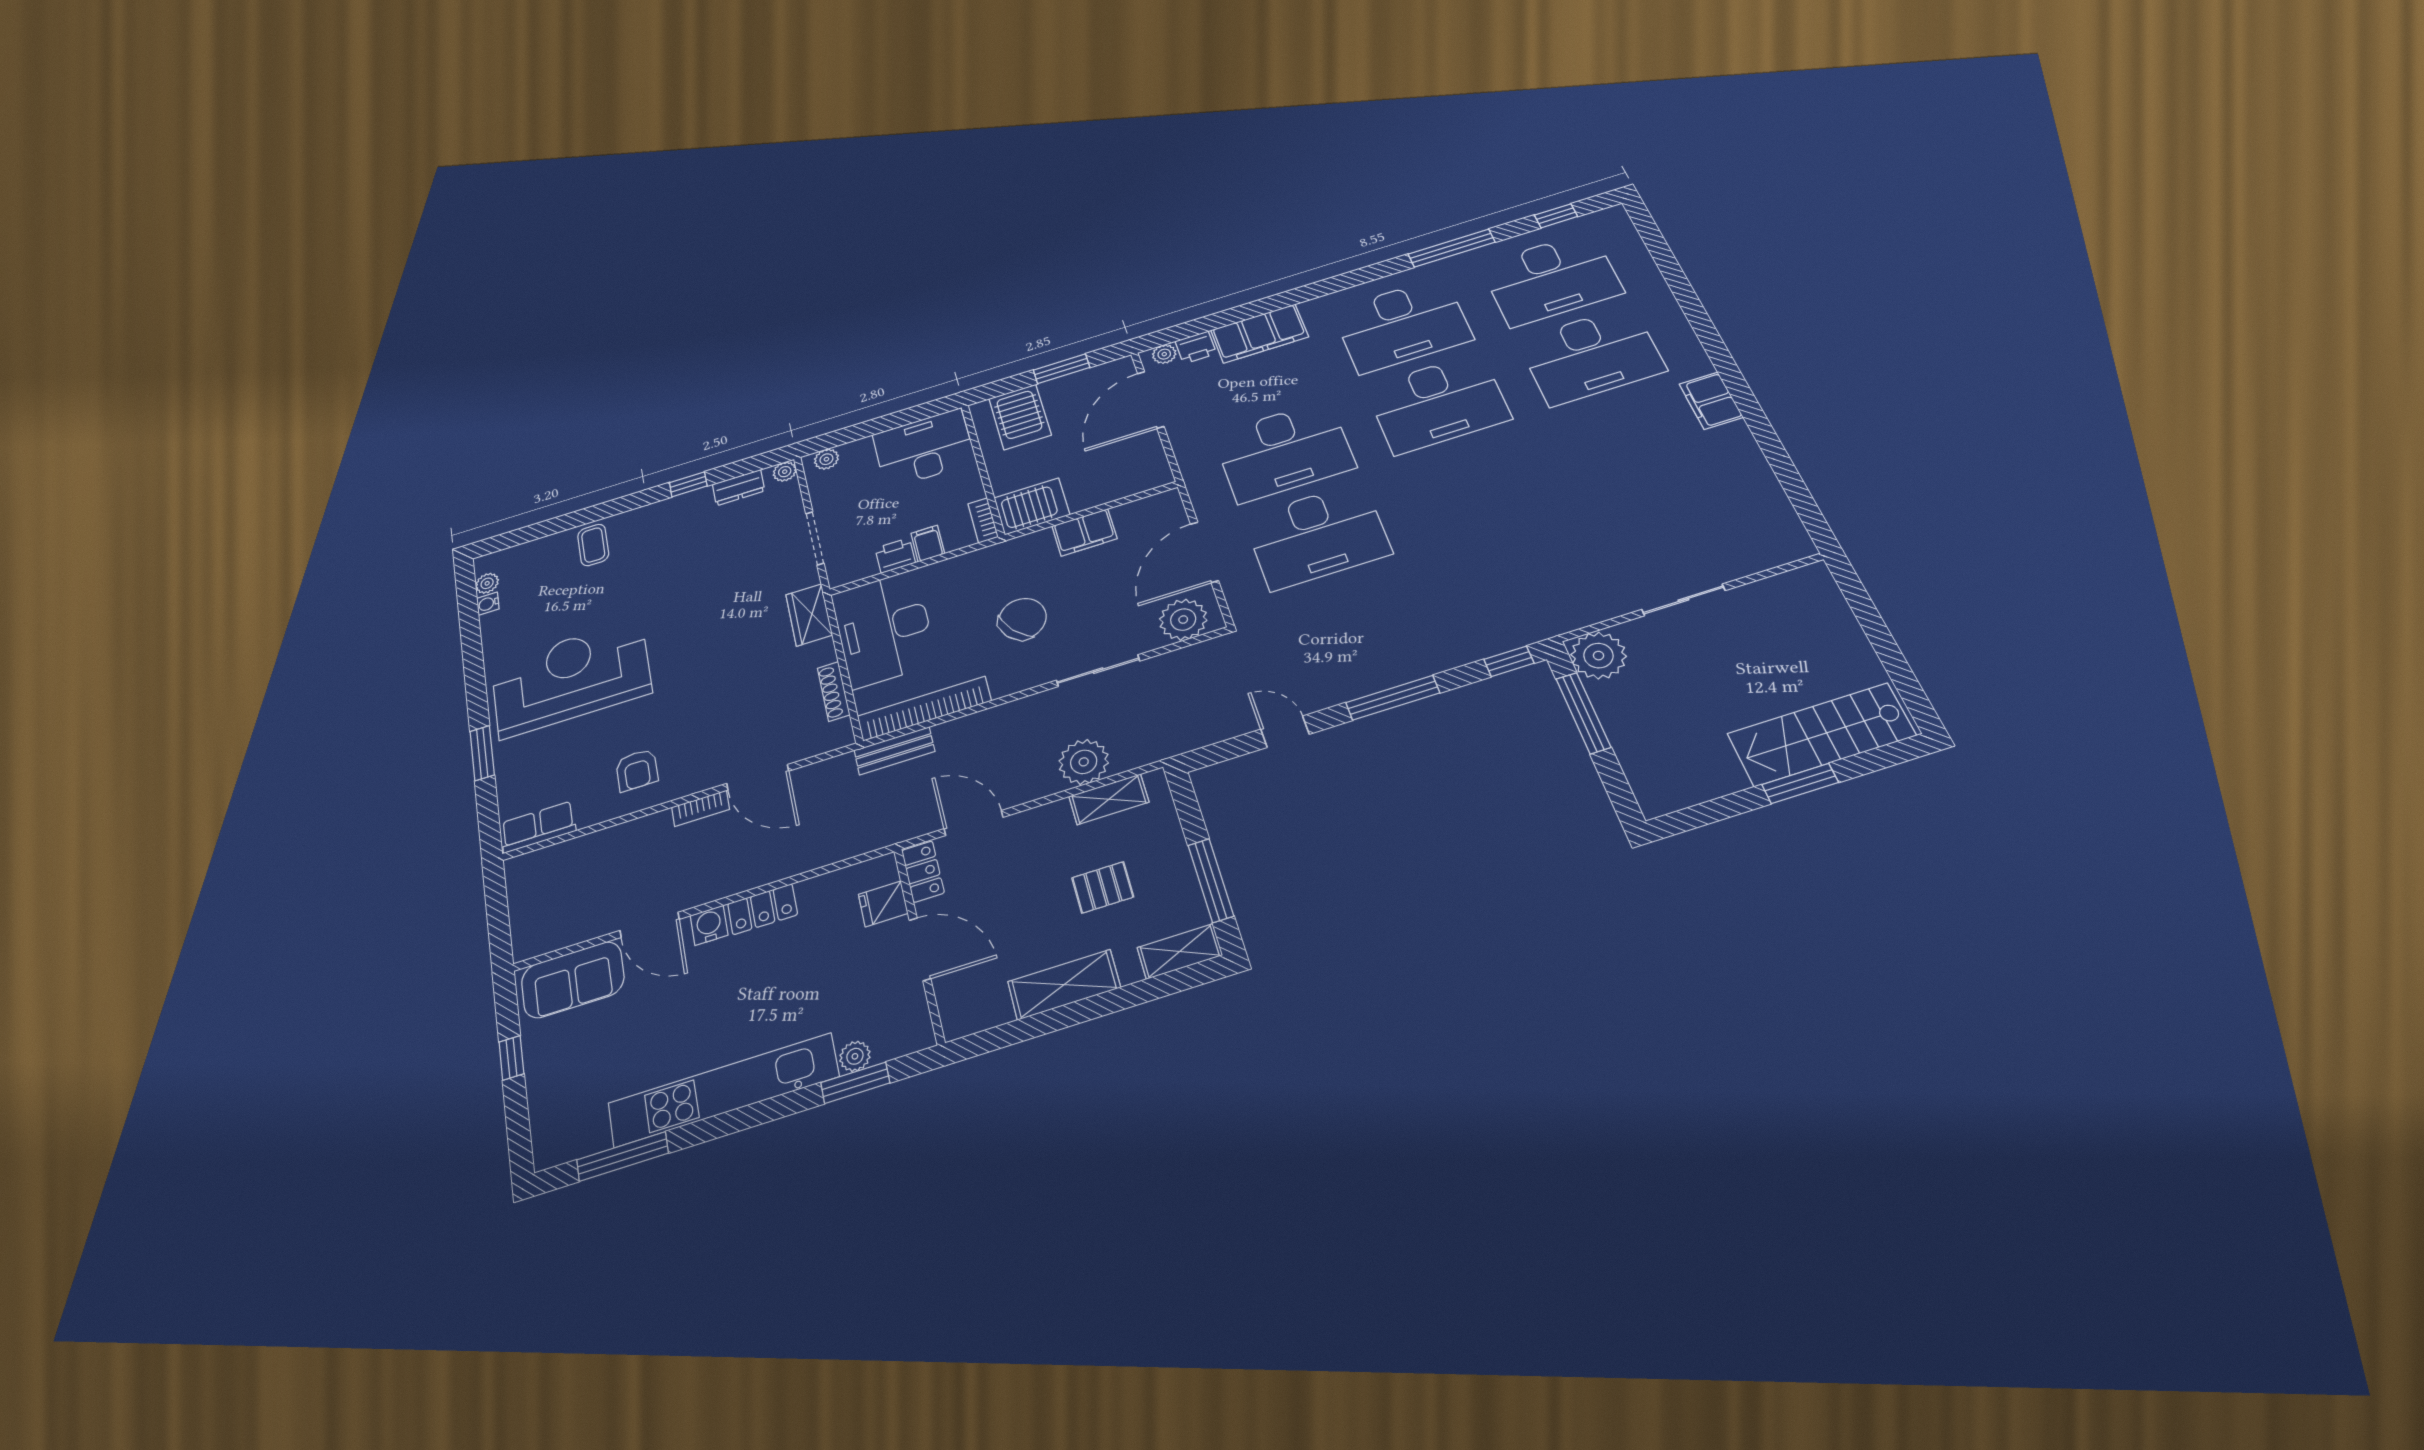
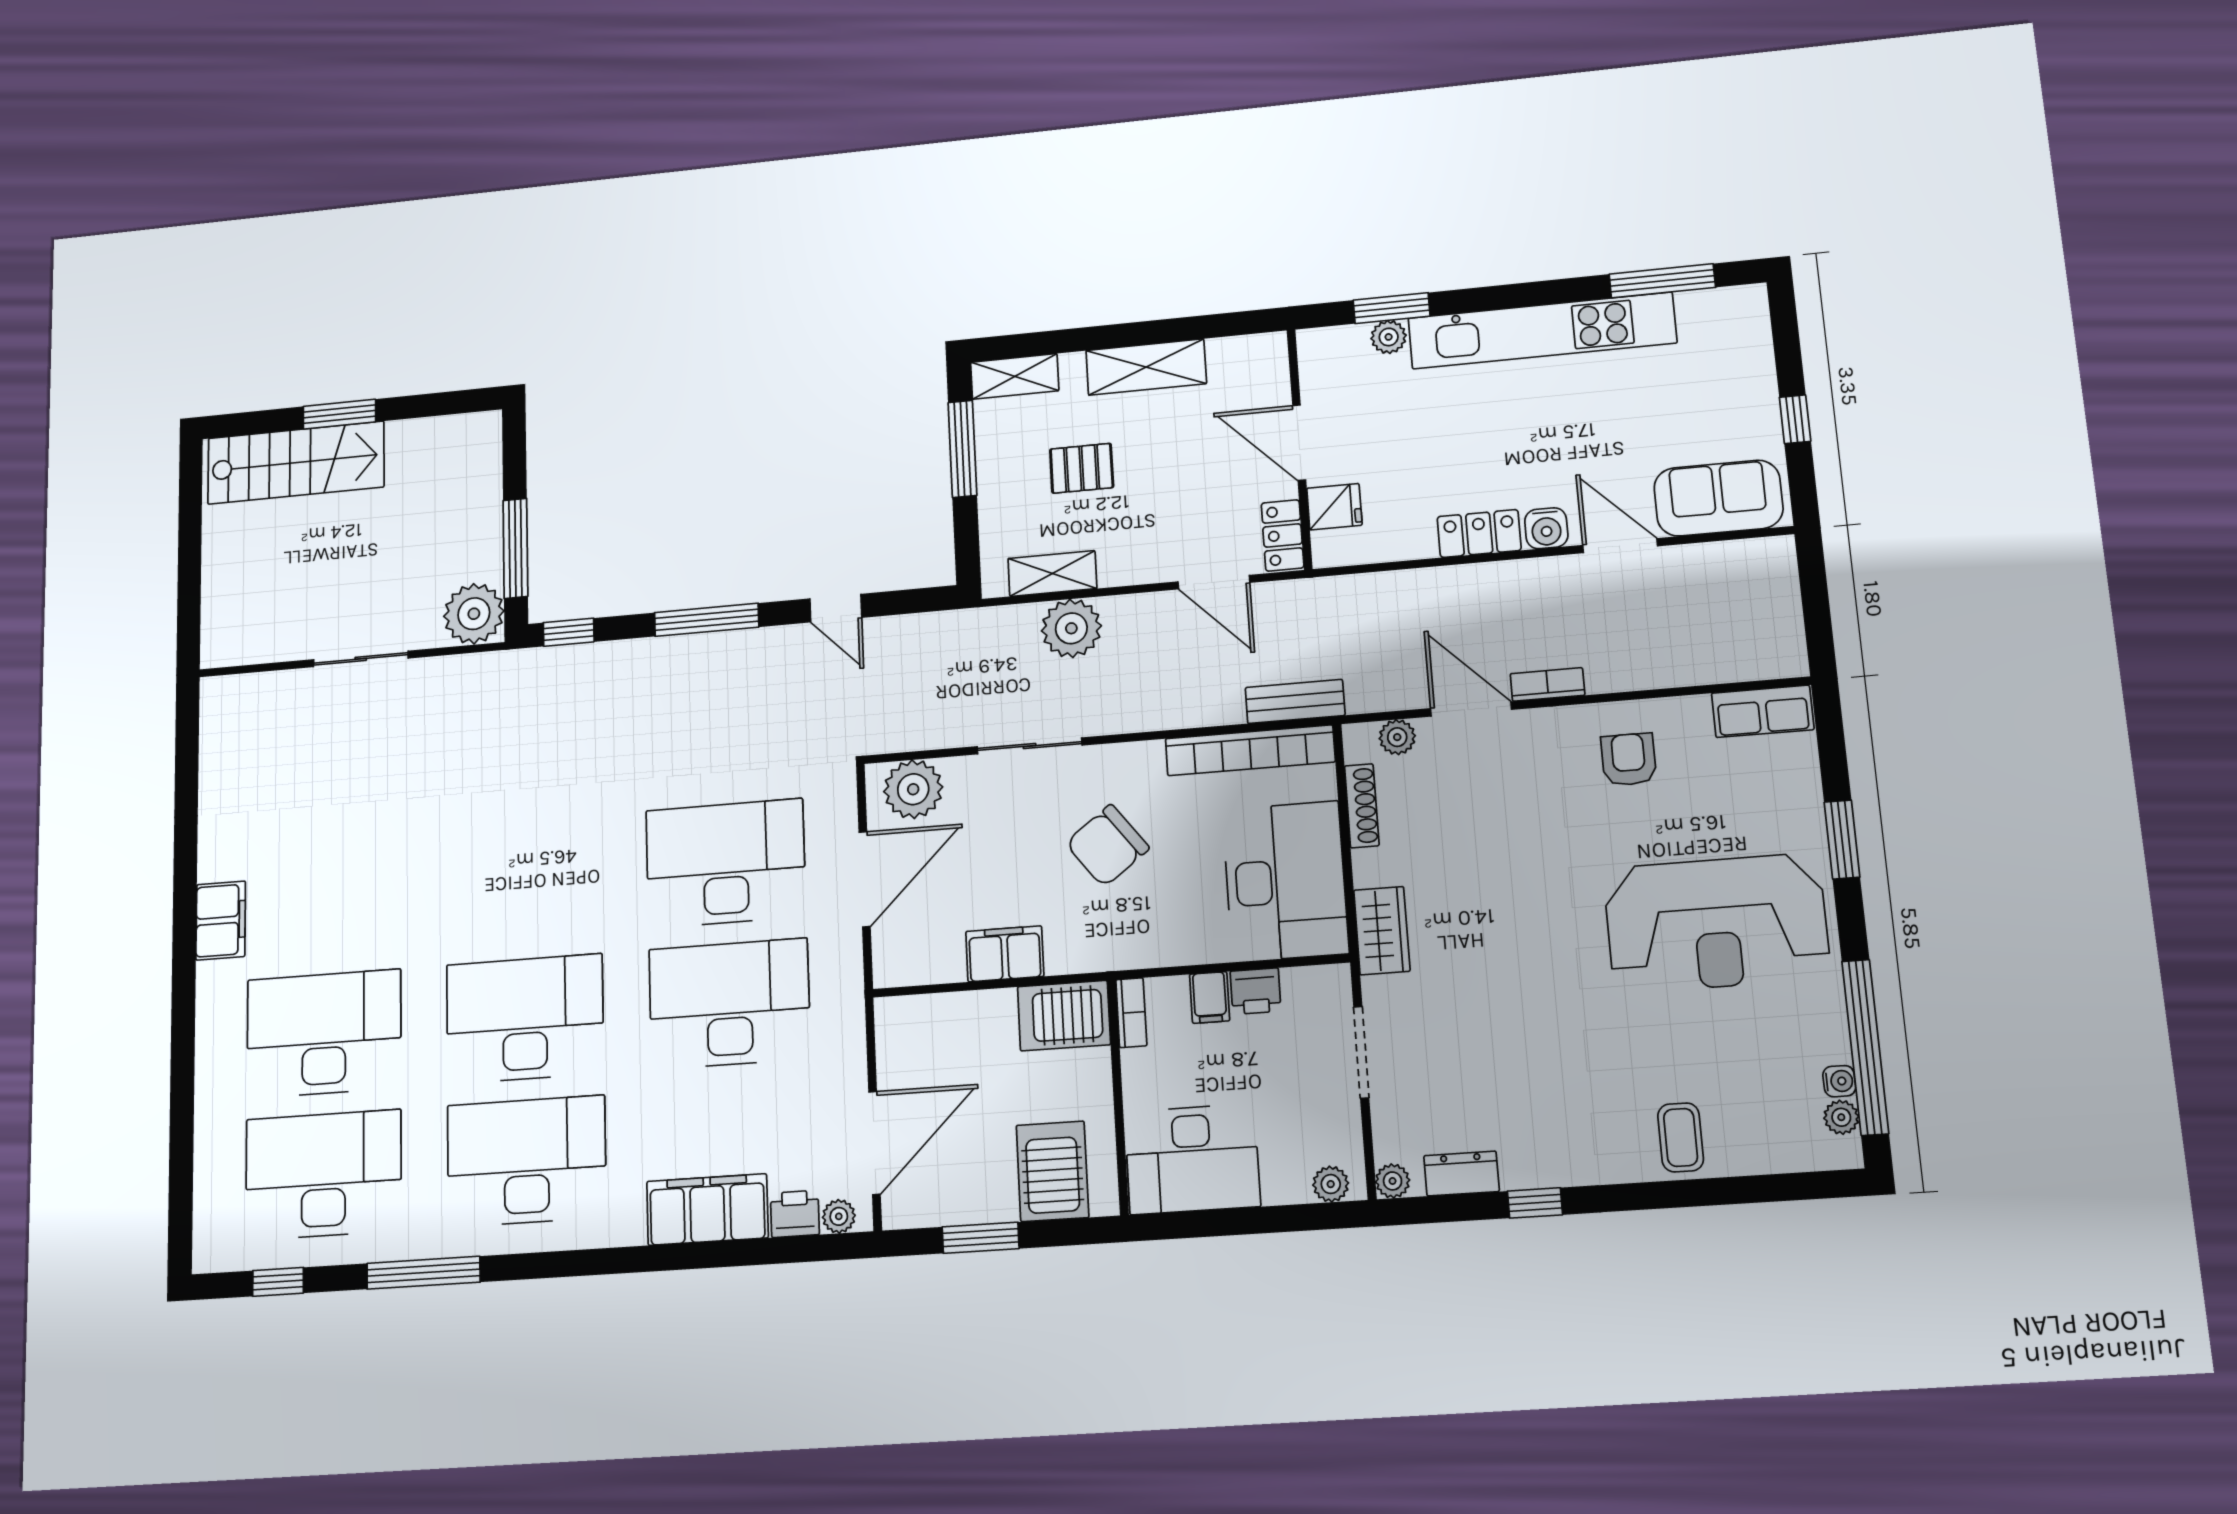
window: (470, 628) -> (1865, 1047), added
plant: (812, 744) -> (1397, 737), added

